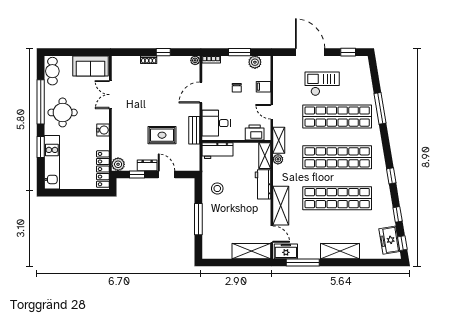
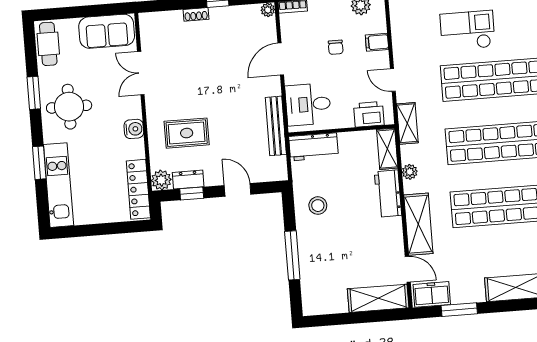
window: (41, 102) -> (34, 93), width x0.47
bench: (194, 130) -> (276, 126), width x1.36
rug: (162, 135) -> (187, 133), moved
plant: (278, 159) -> (410, 172), moved
dresser: (147, 165) -> (188, 180), moved
window: (303, 262) -> (459, 310), width x0.69

